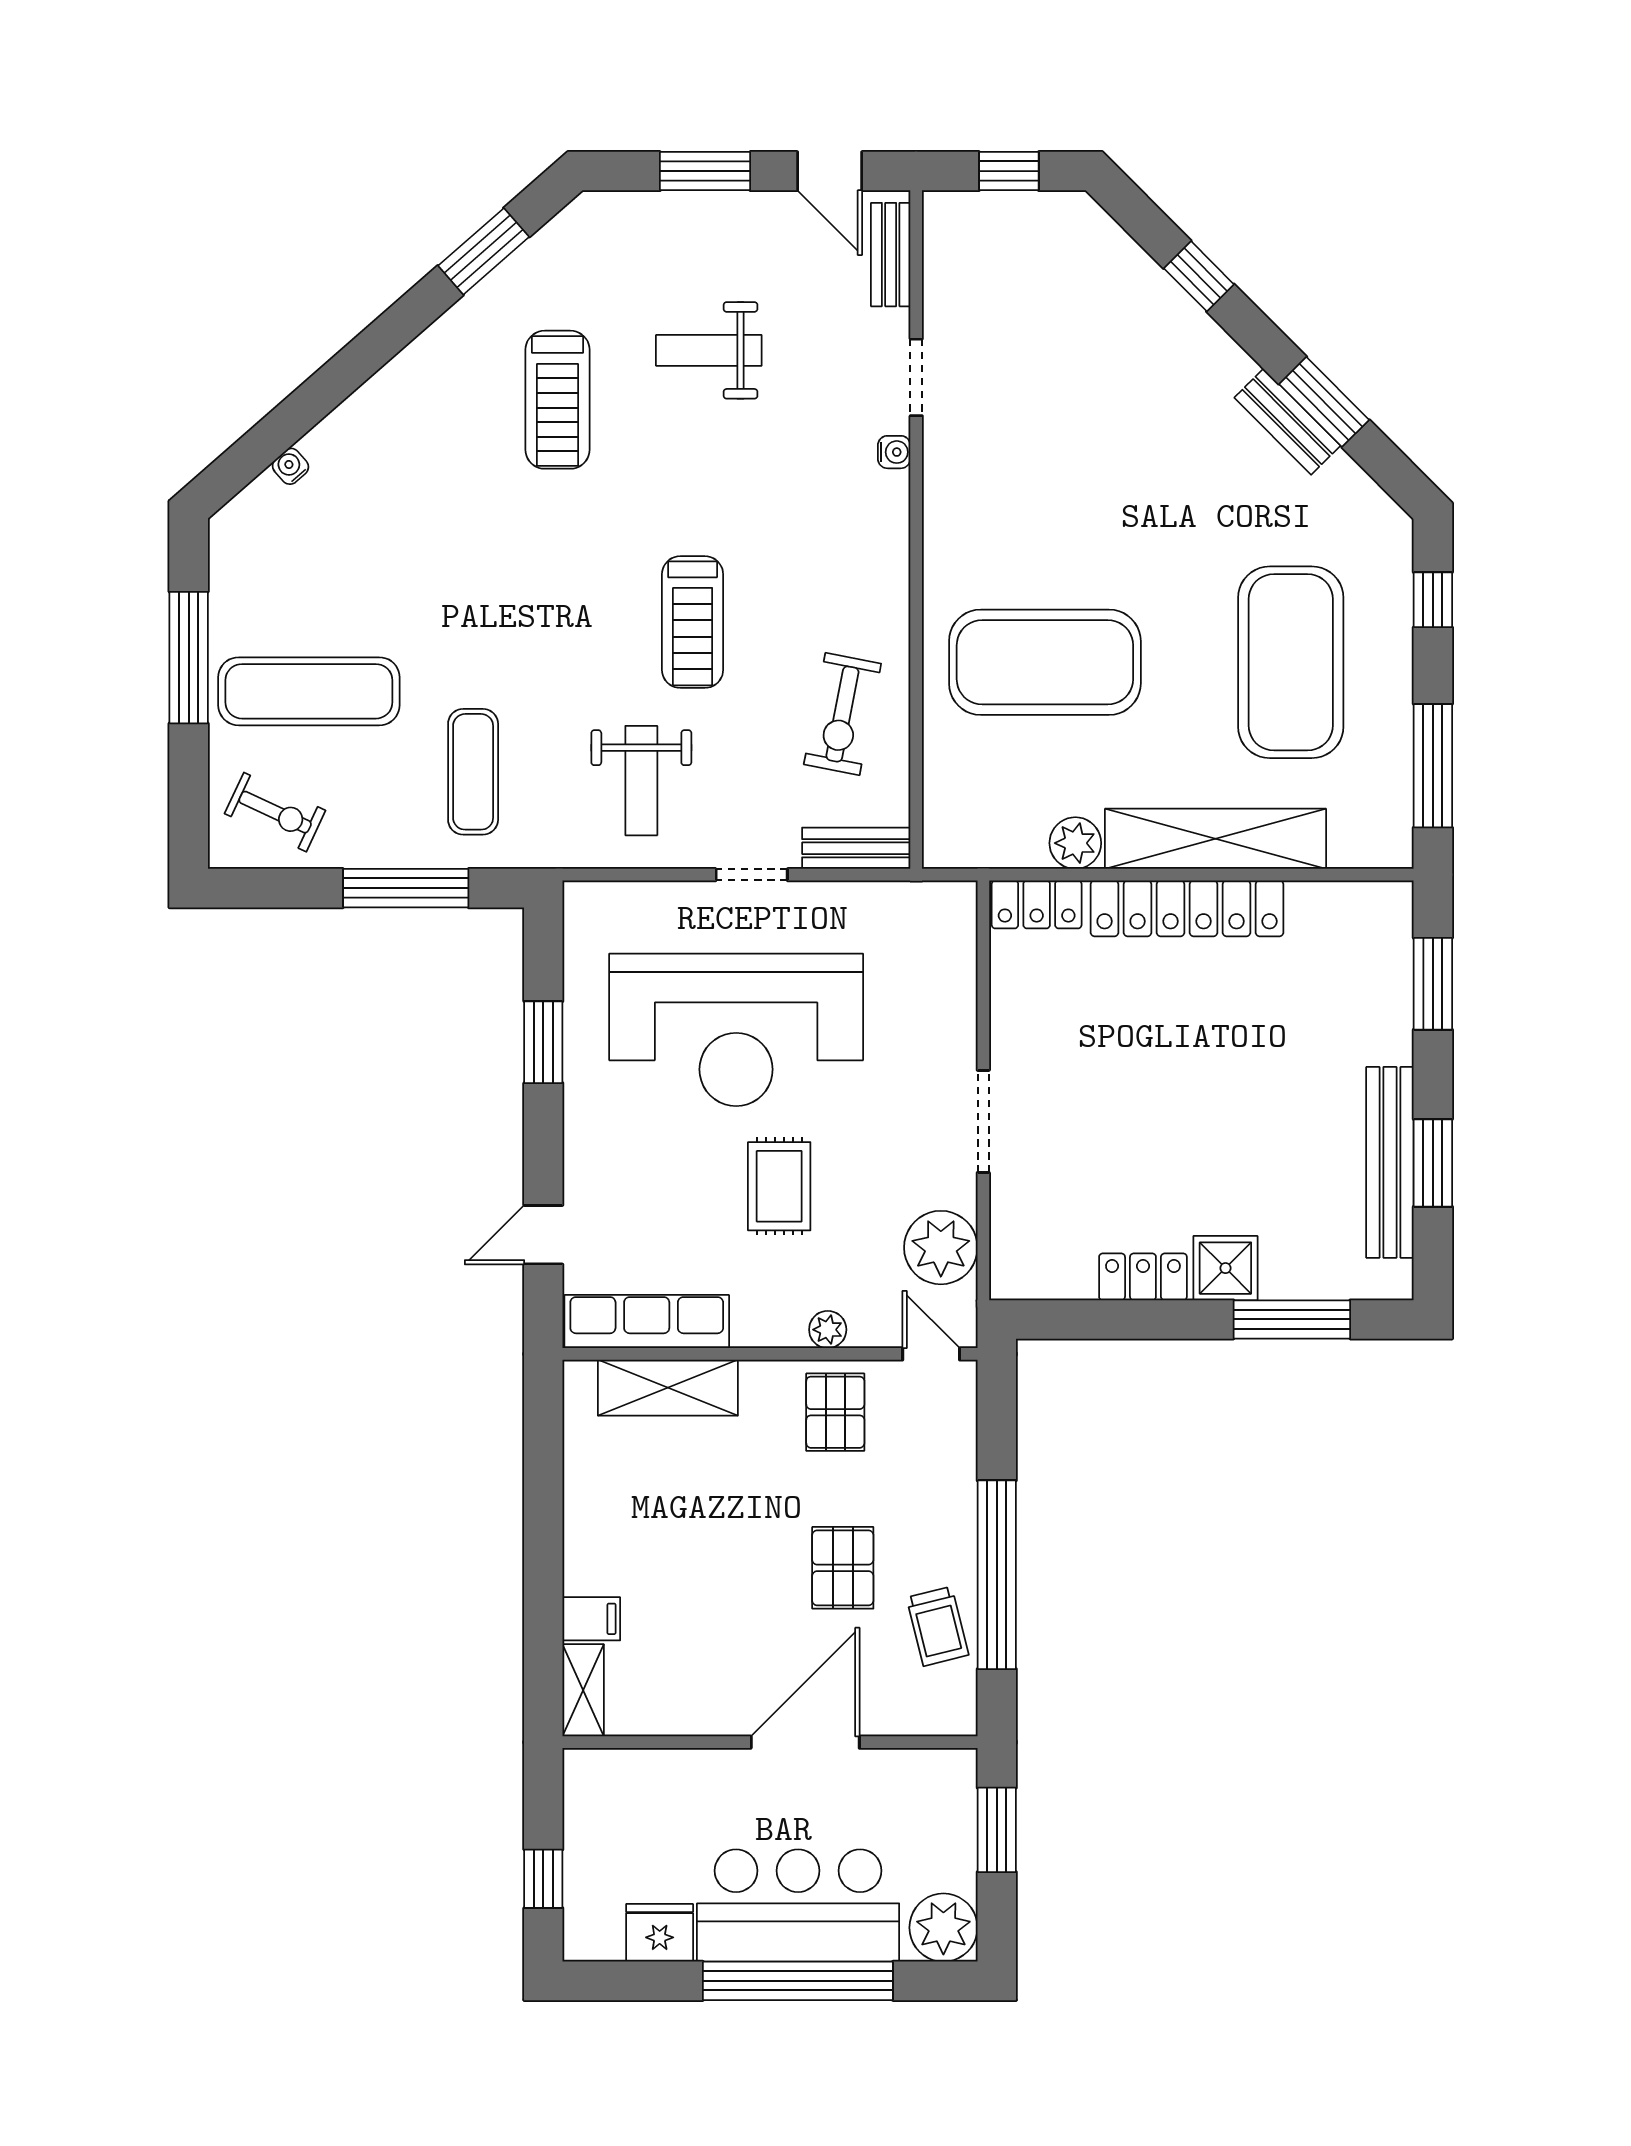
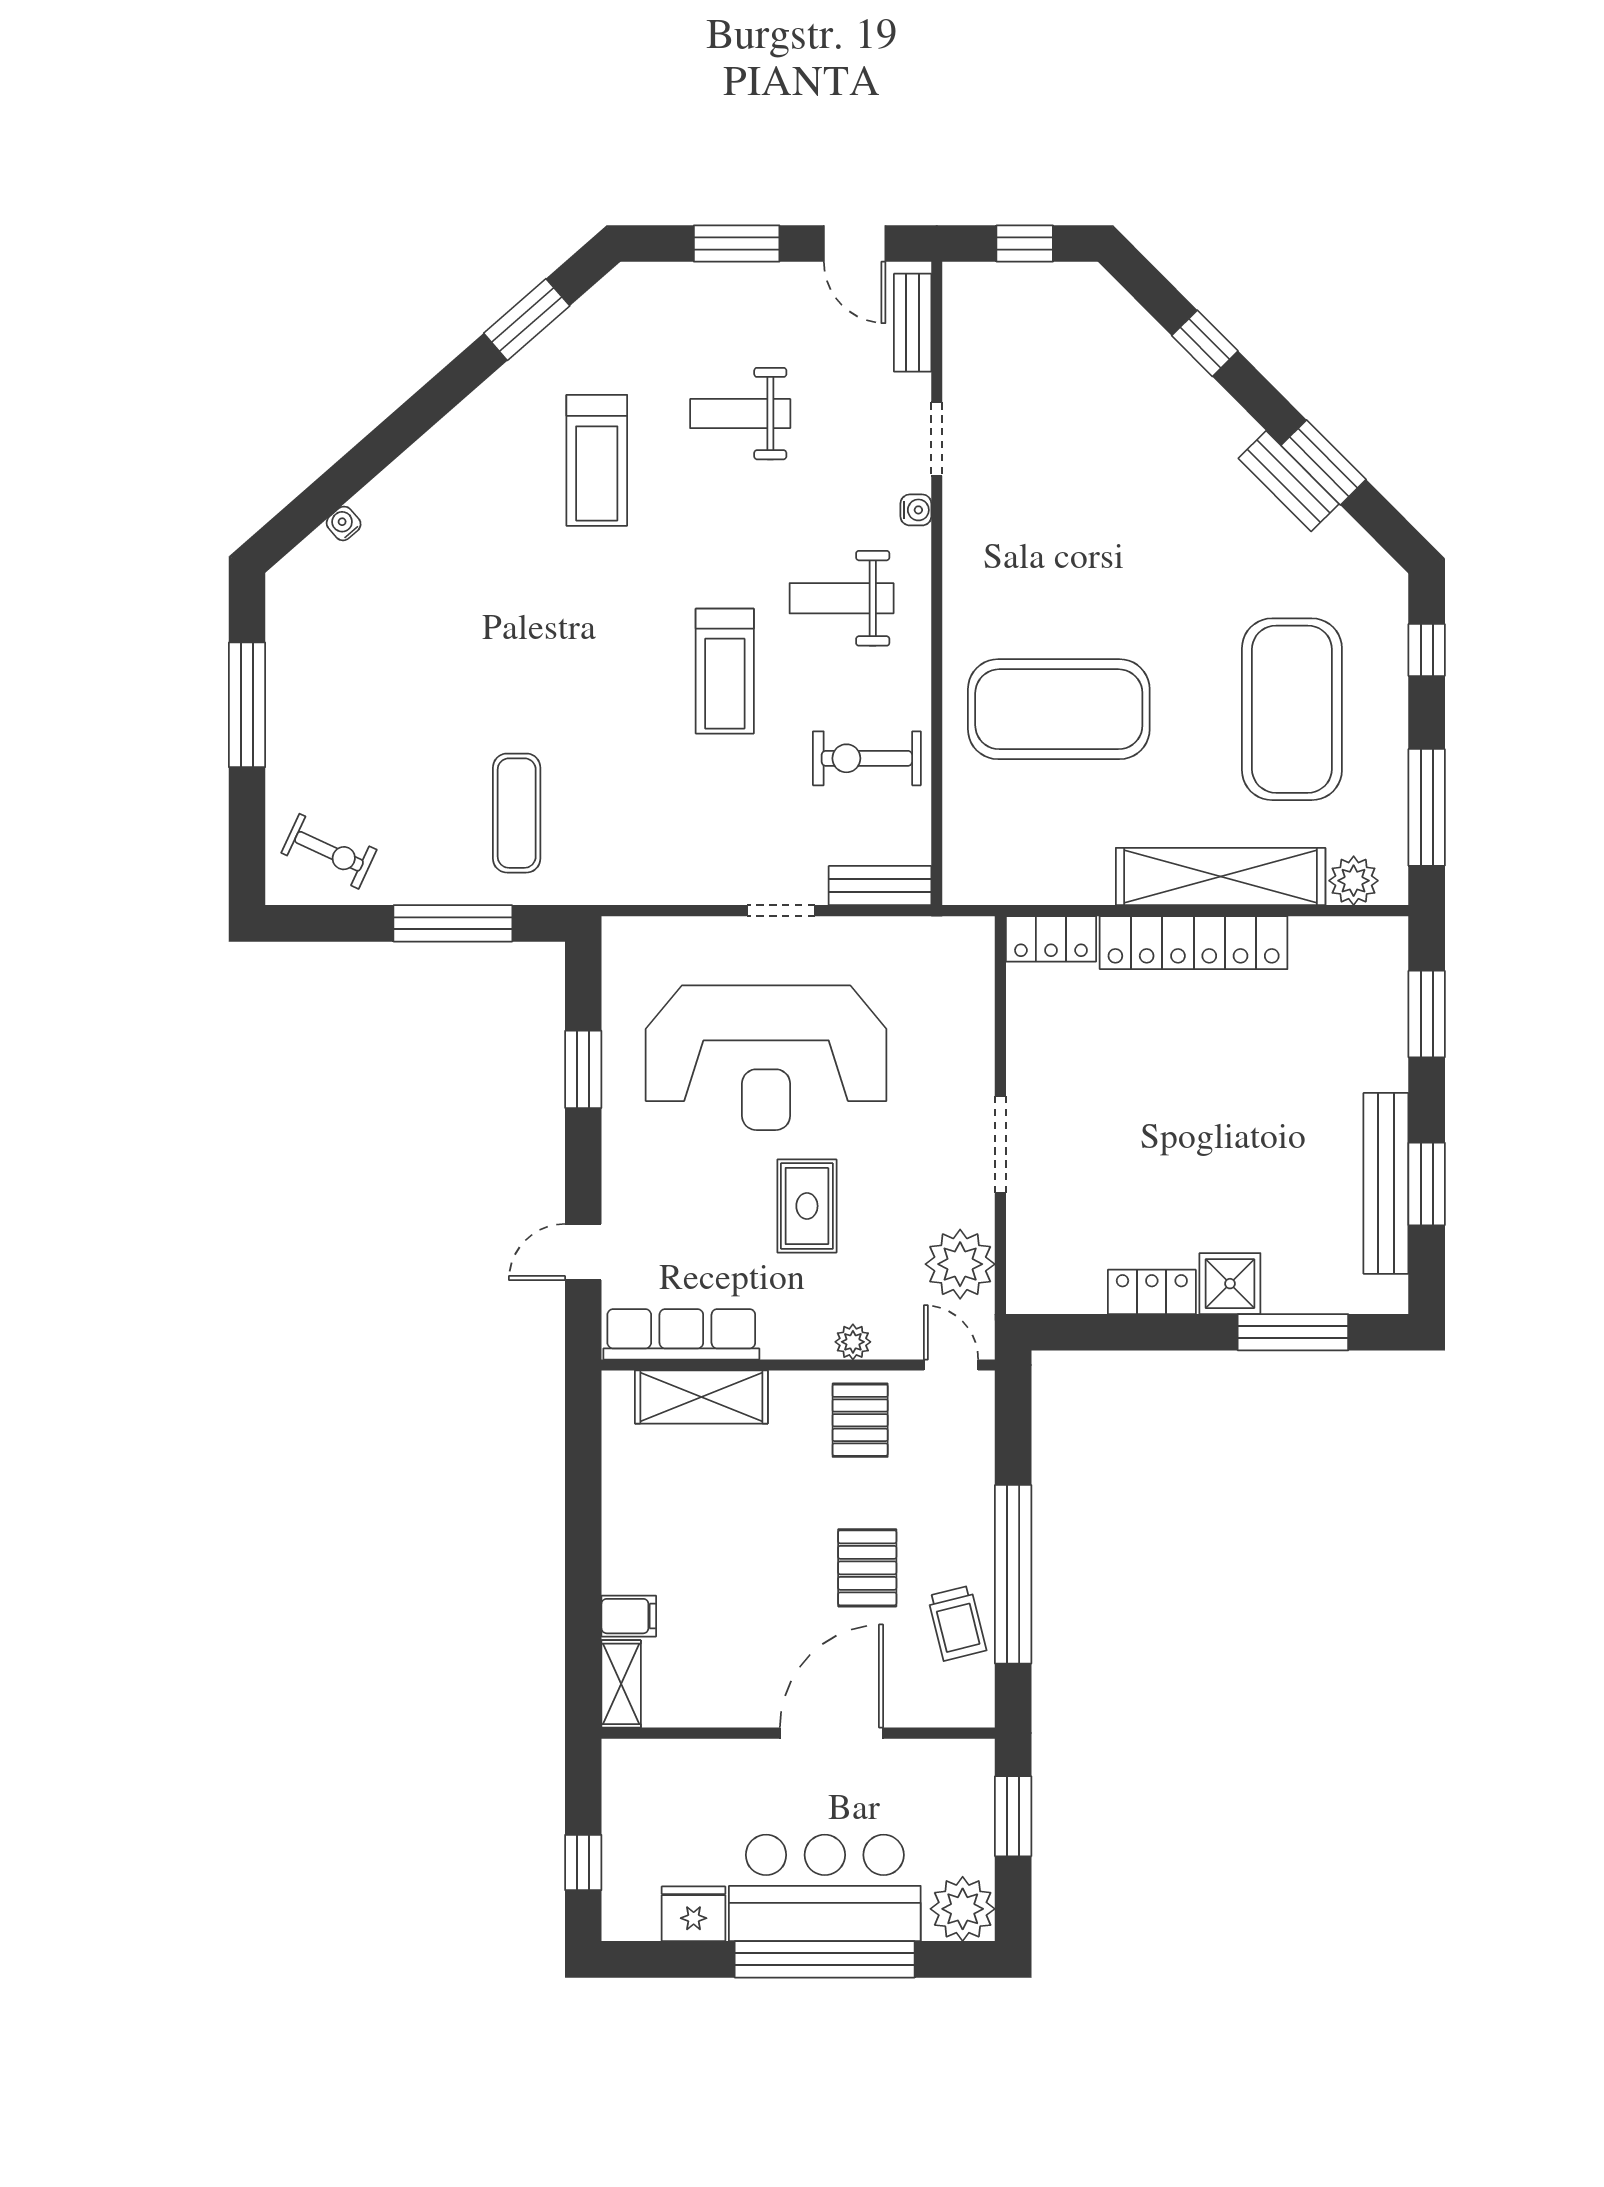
exercise mat: (309, 691) -> (361, 737), removed
exercise bike: (842, 714) -> (867, 758), turned 79
weight bench: (641, 781) -> (842, 598), moved, turned 90
plant: (1075, 843) -> (1354, 881), moved

